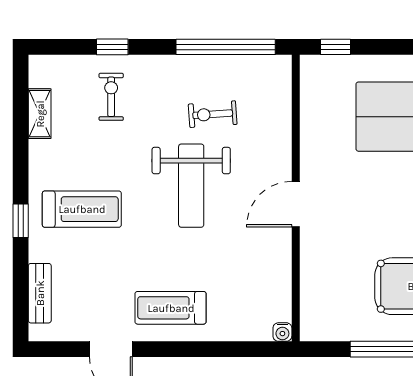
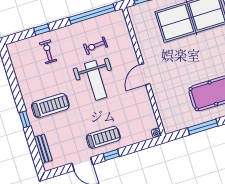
shelving: (40, 114) -> (19, 69), removed
treadmill: (171, 308) -> (103, 137), turned 180
window: (176, 349) -> (111, 155), added

